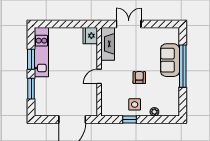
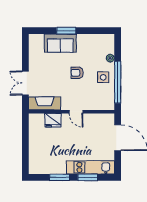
fridge: (90, 36) -> (53, 120), moved
kitchen unit: (41, 52) -> (90, 167), moved
window: (183, 66) -> (66, 31), width x0.47
window: (130, 119) -> (118, 82), width x3.17

